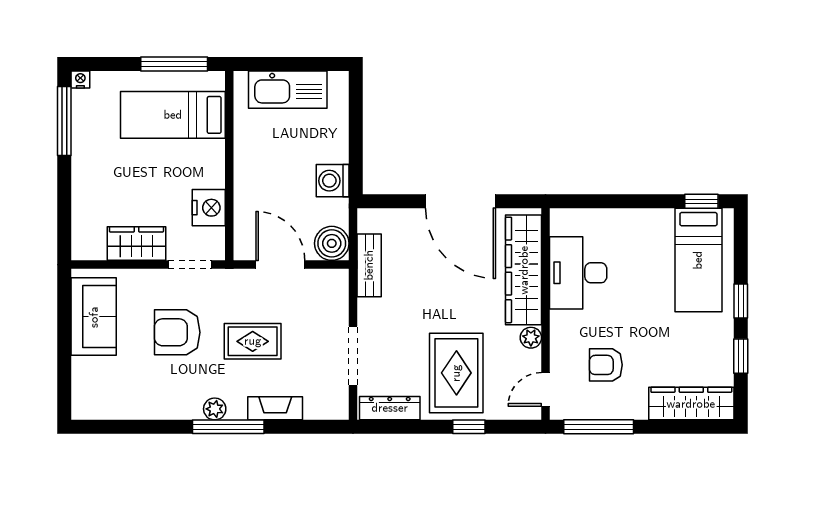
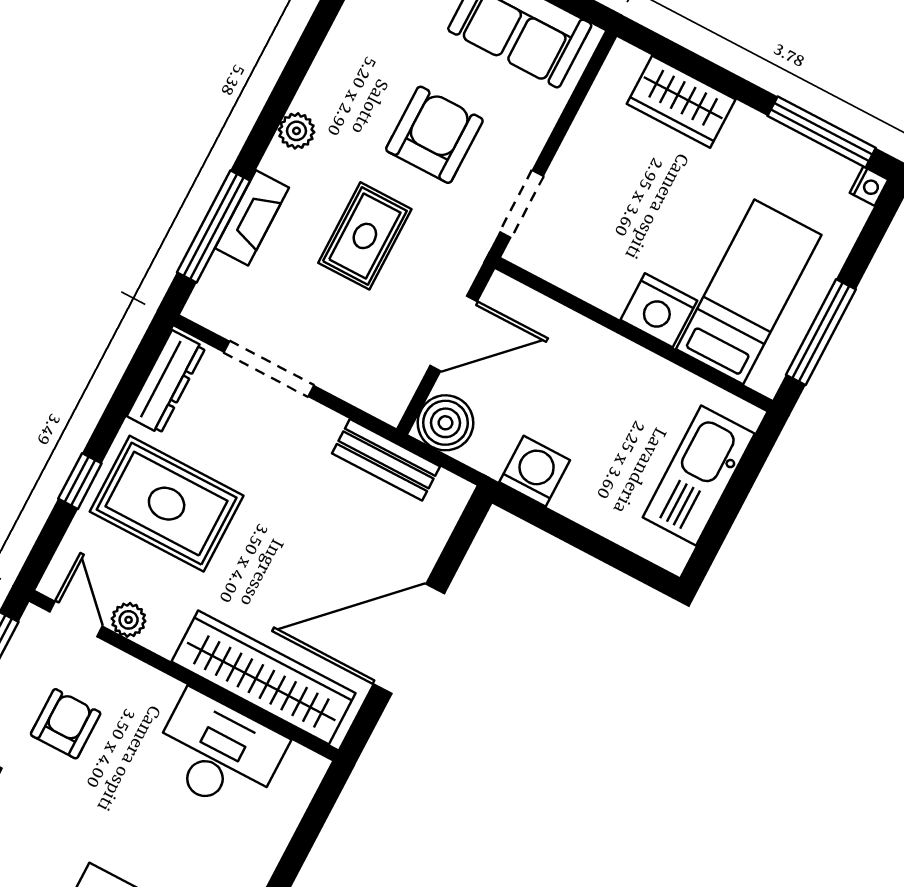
nightstand: (209, 208) -> (659, 310), moved
wardrobe: (136, 244) -> (681, 102), moved, turned 90
plant: (531, 338) -> (129, 620), moved
window: (228, 427) -> (214, 227), moved

